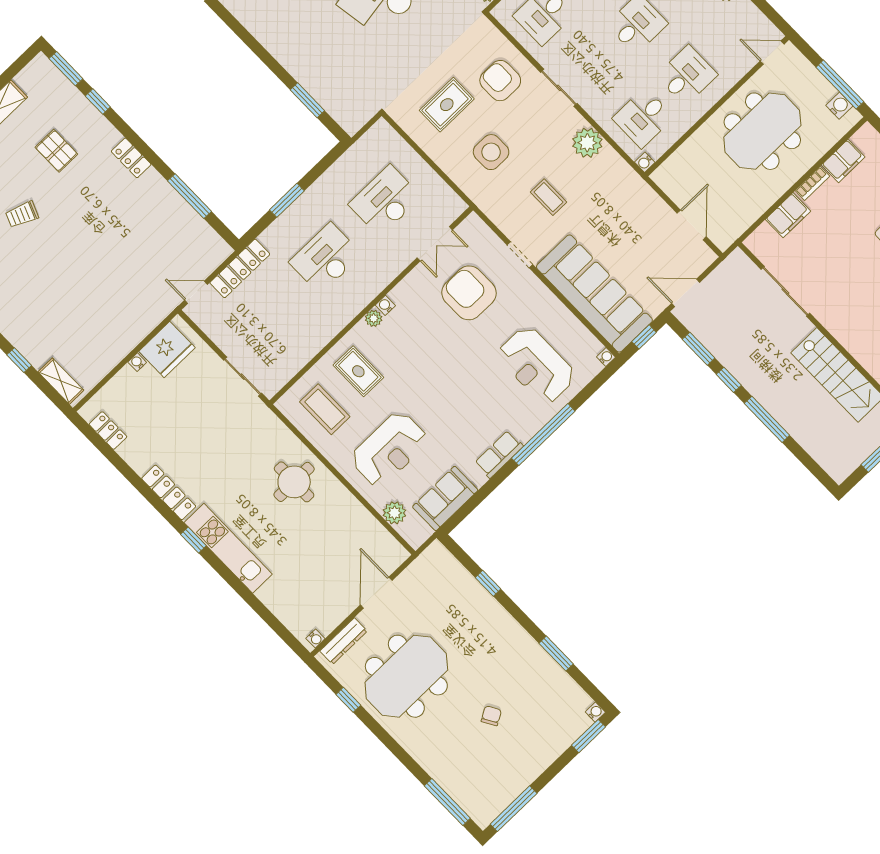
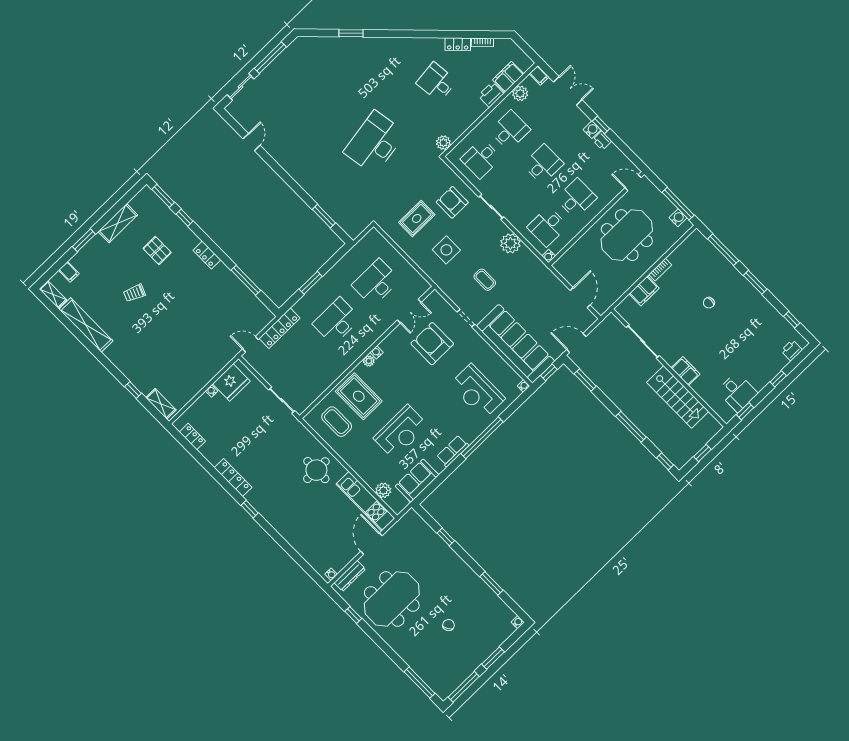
filing cabinet: (843, 161) -> (686, 371), moved, turned -90
rug: (358, 371) -> (359, 396), width x1.36, depth x1.43
window: (729, 380) -> (665, 461), moved
reception desk: (389, 449) -> (401, 432), moved
kitchen unit: (228, 548) -> (365, 501), moved, turned 180
window: (589, 736) -> (493, 658), moved

